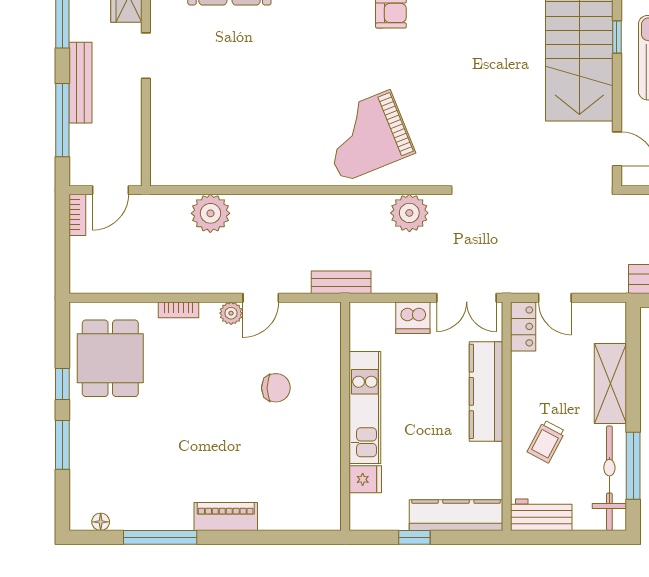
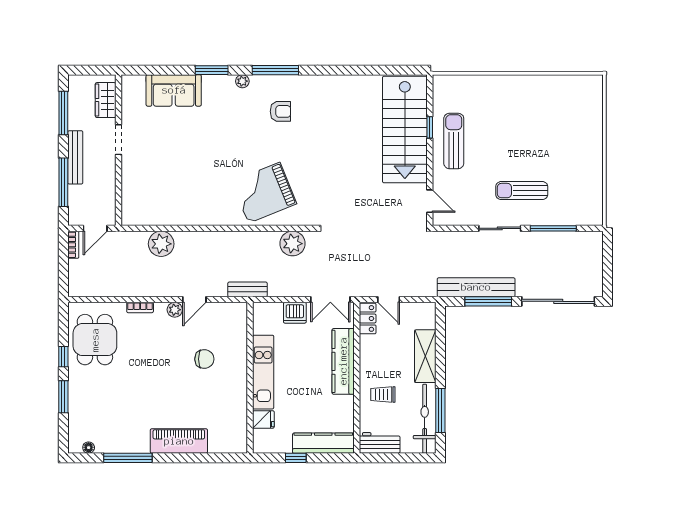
trolley: (546, 441) -> (383, 395), turned 62
piano: (226, 516) -> (179, 441), width x1.37, depth x1.33

